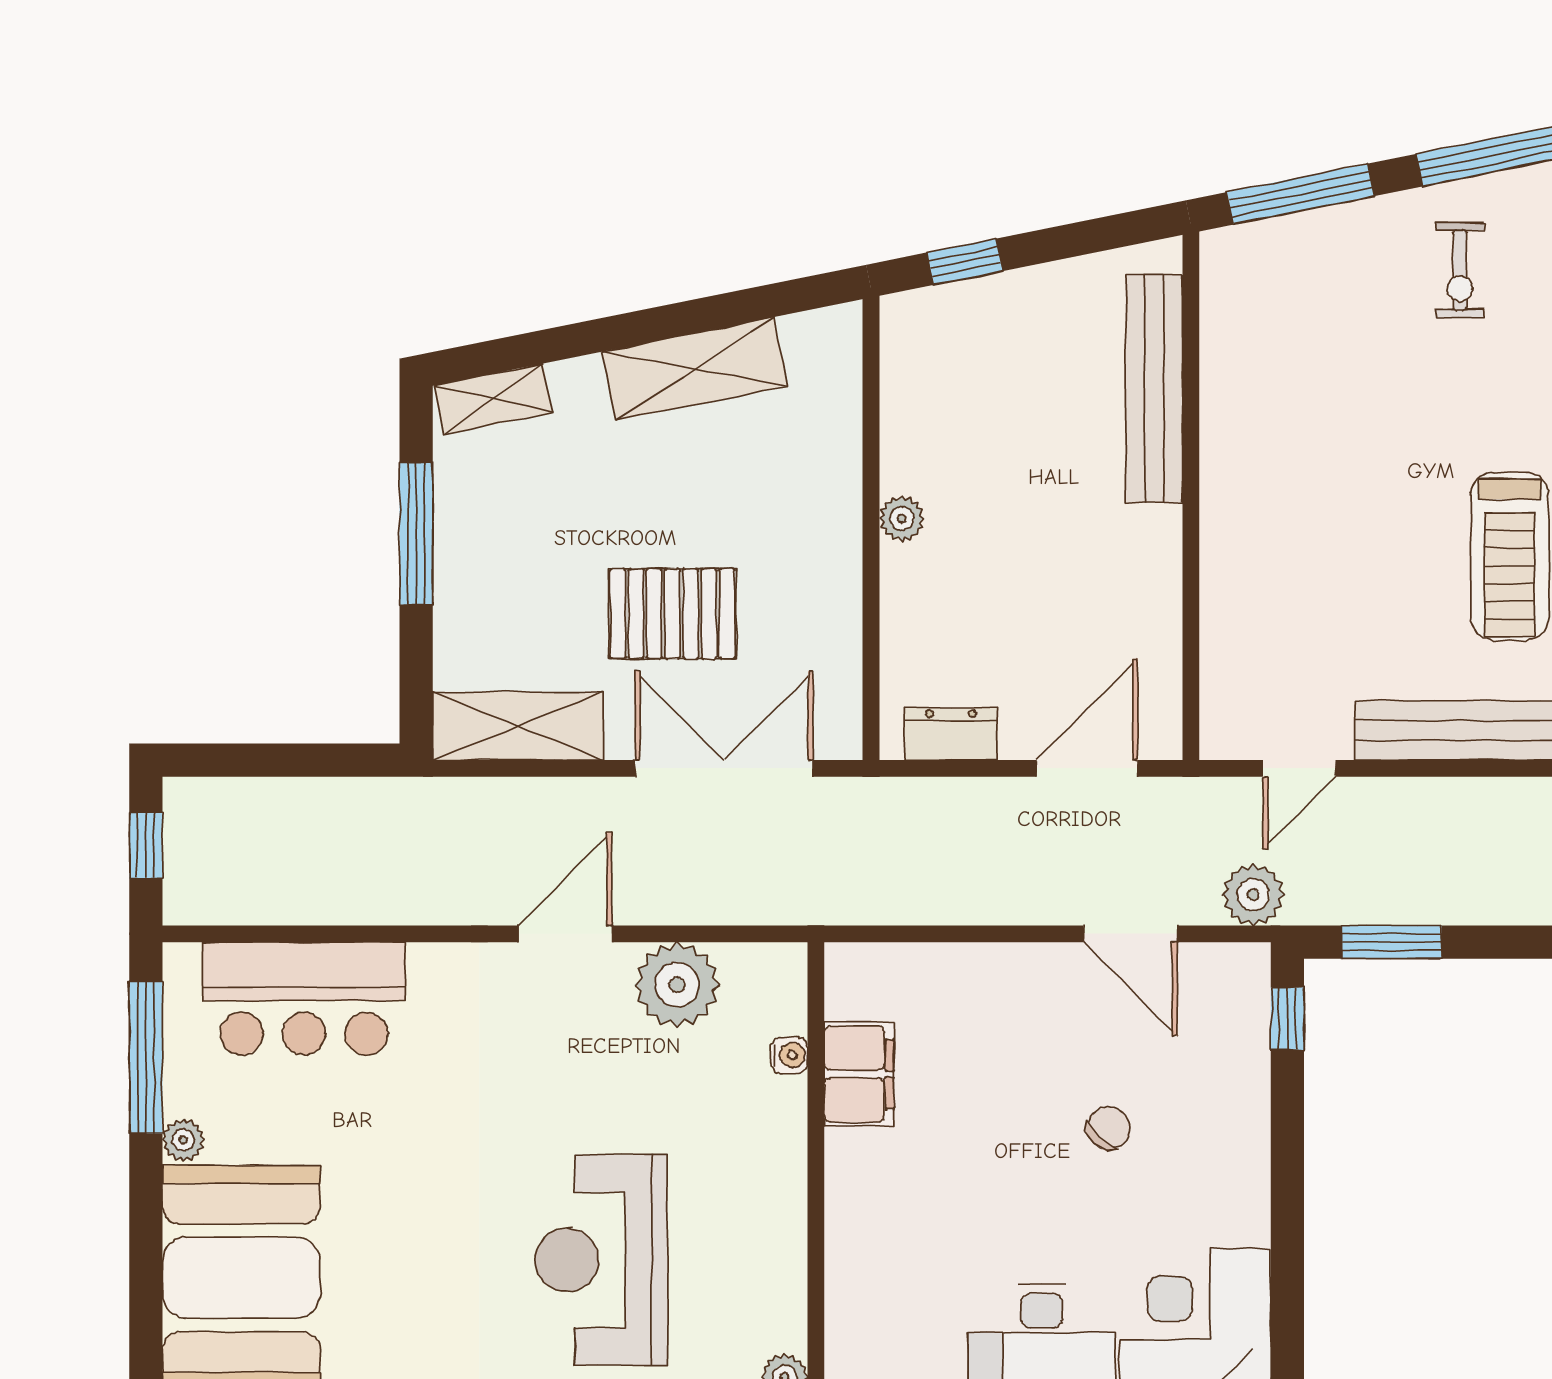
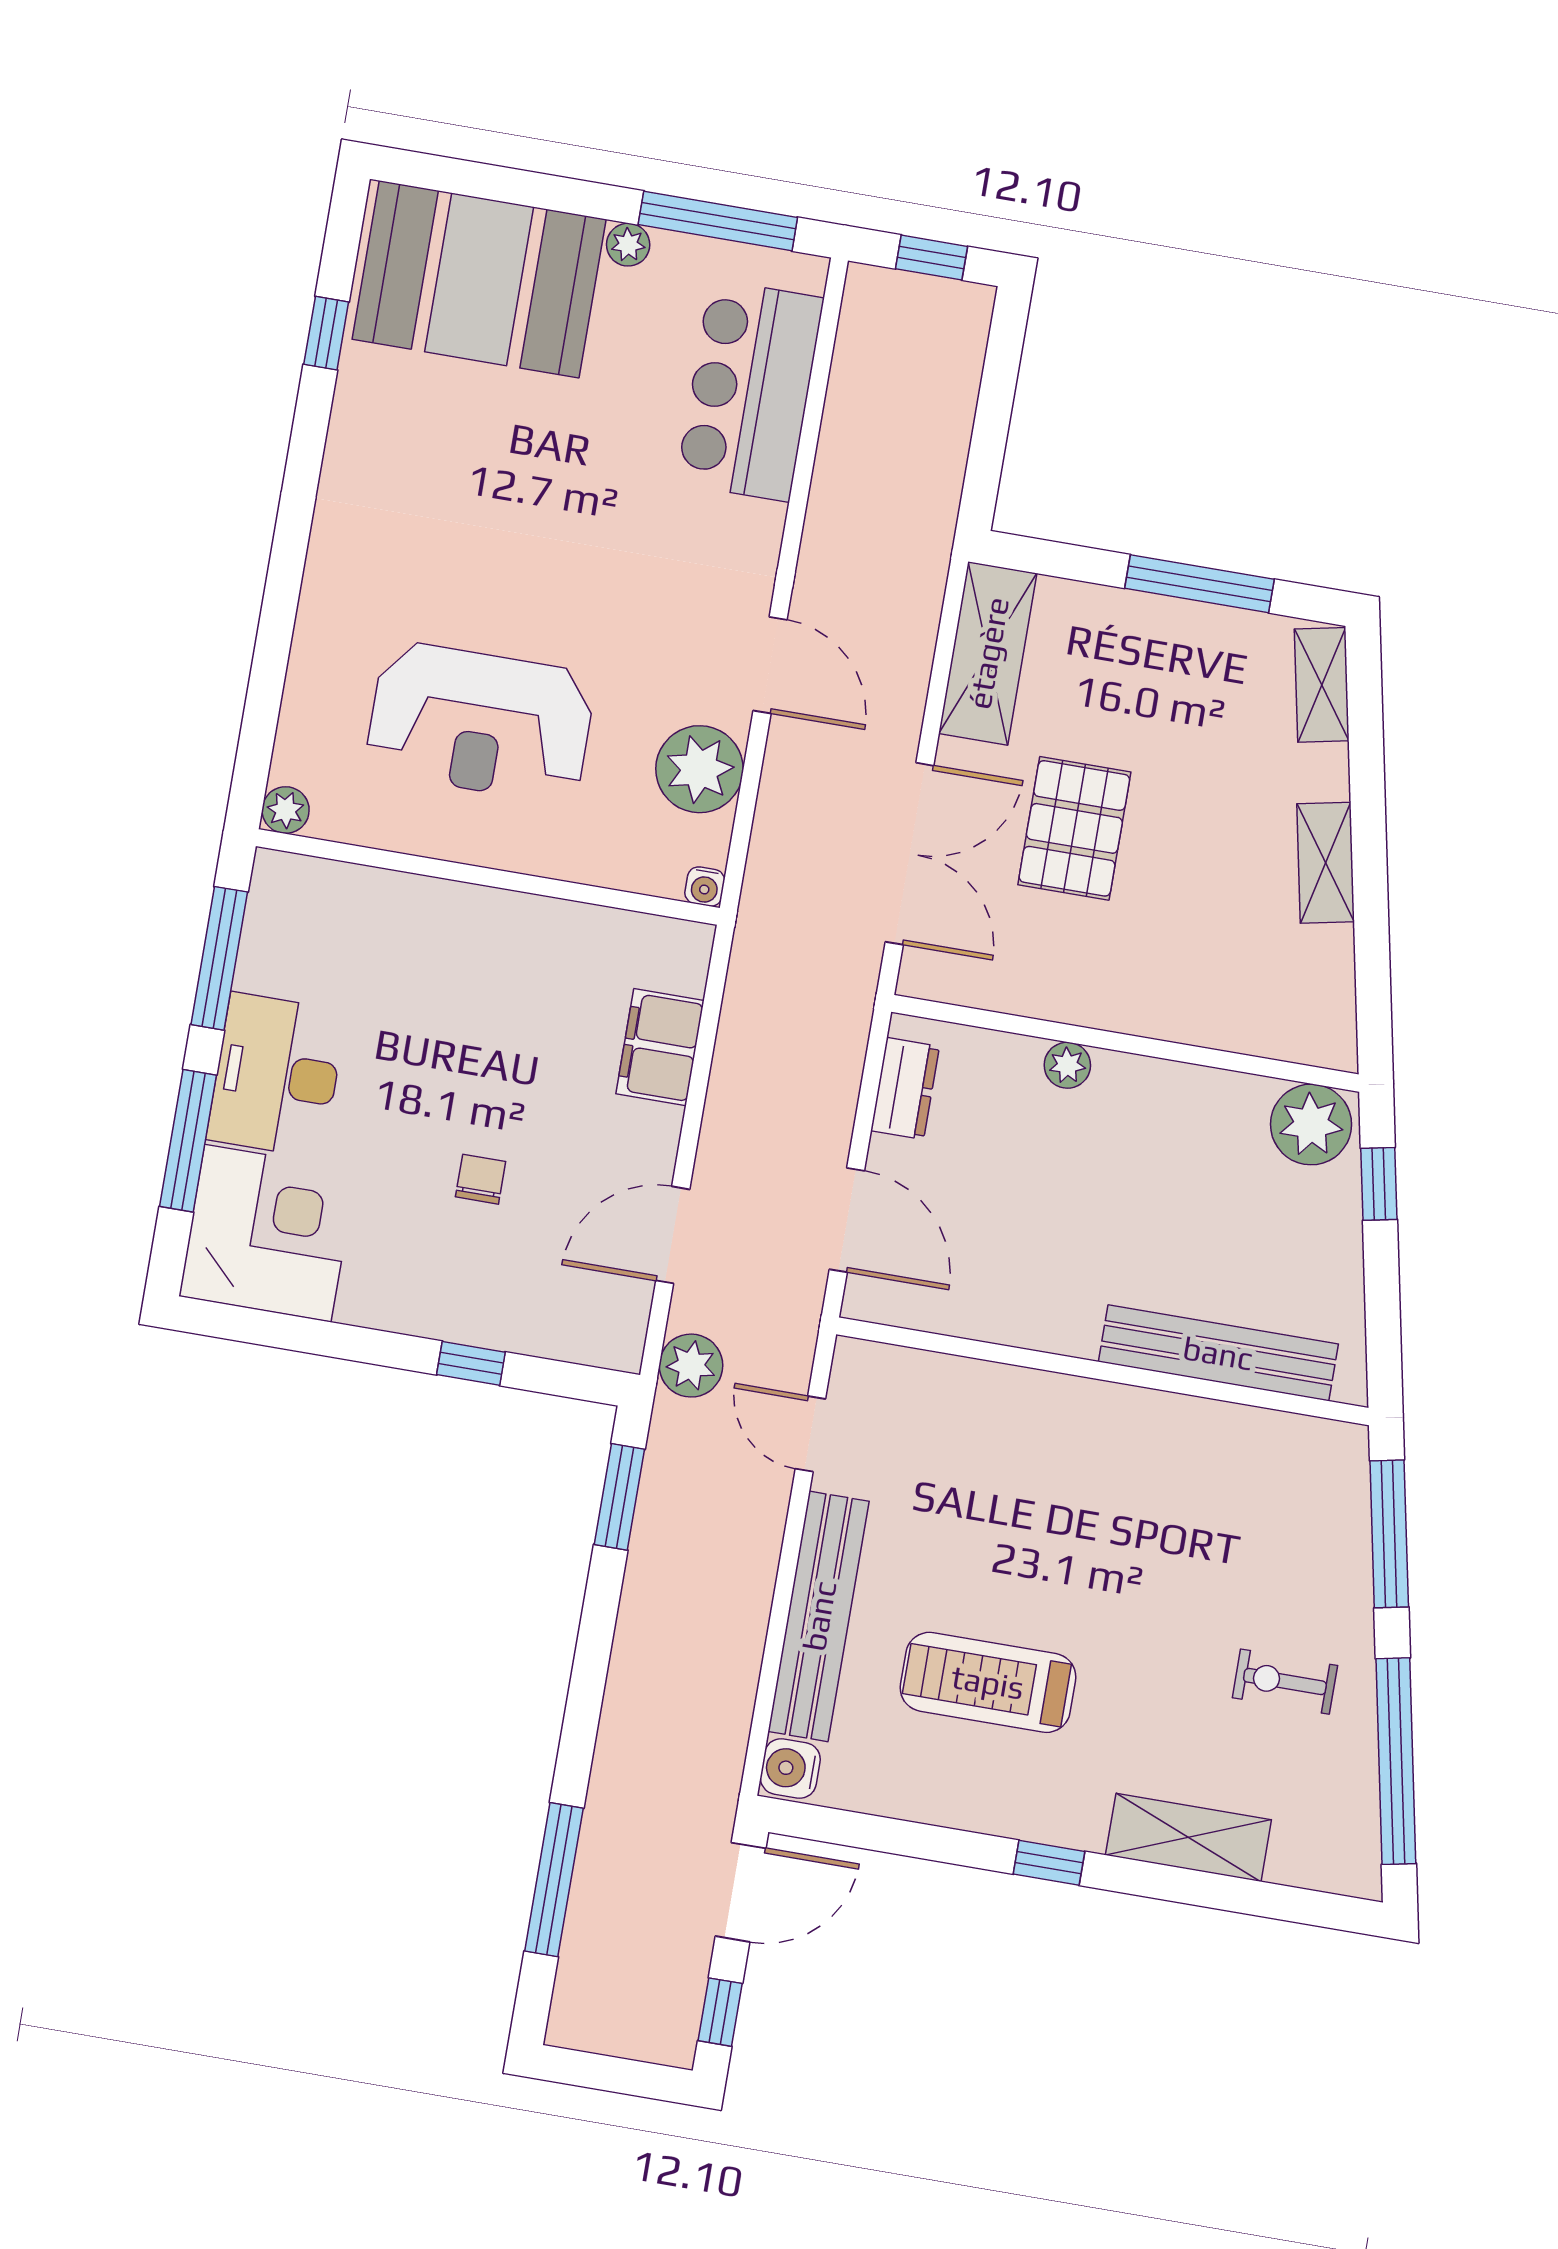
plant: (919, 337) -> (1311, 1125), added
shelving: (695, 369) -> (1326, 863), width x0.67, depth x0.75
plant: (902, 519) -> (1067, 1065), moved
window: (1287, 1019) -> (471, 1363), moved
water cooler: (789, 1055) -> (705, 887), moved
filing cabinet: (859, 1074) -> (660, 1047), moved, turned 90
chair: (1108, 1128) -> (481, 1179), turned -134
reception desk: (601, 1260) -> (480, 722), moved, turned 180

